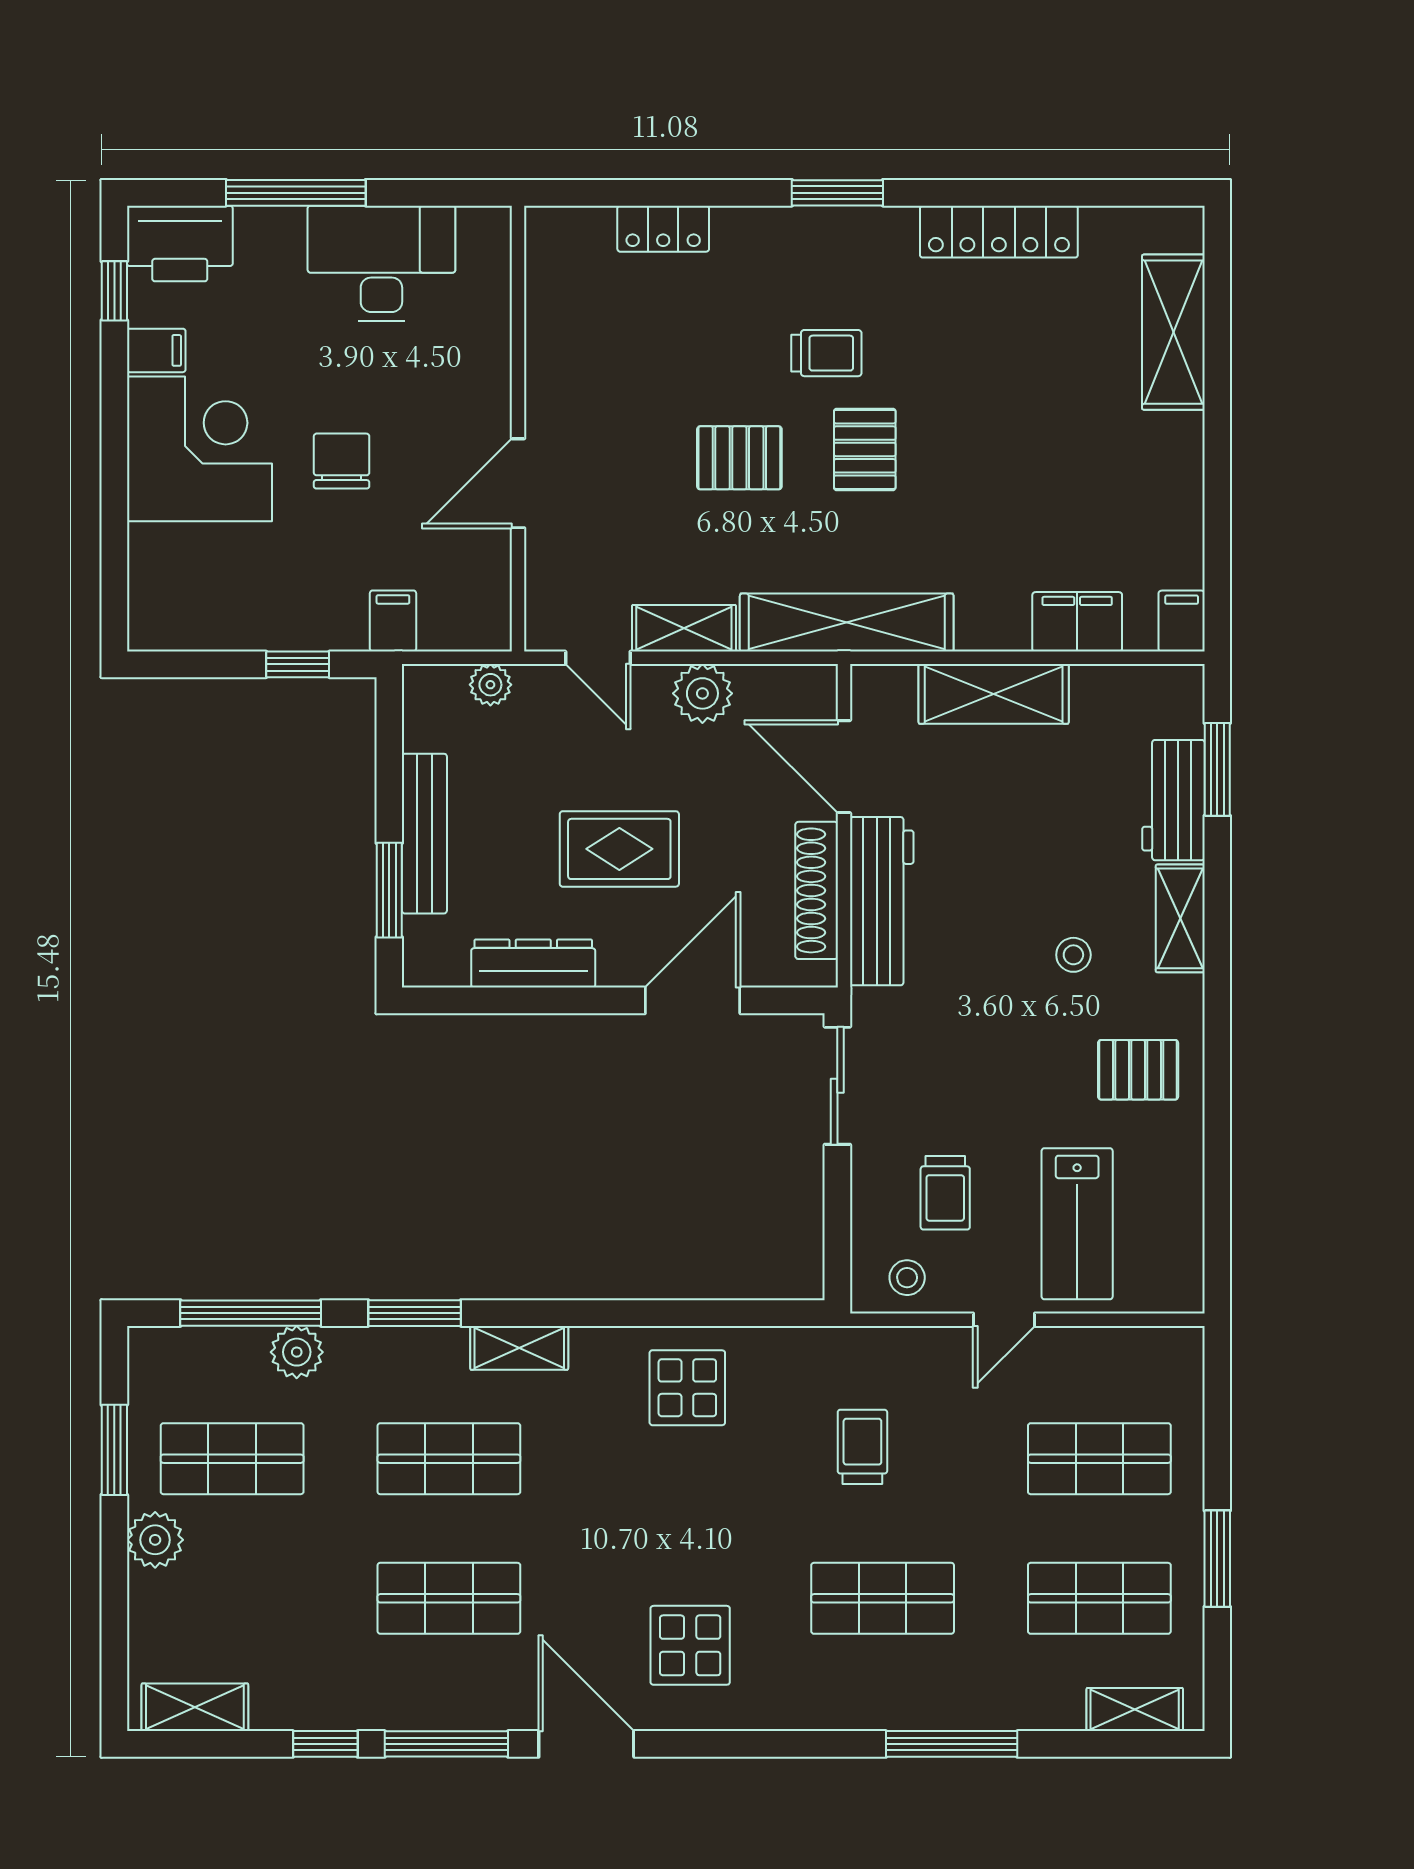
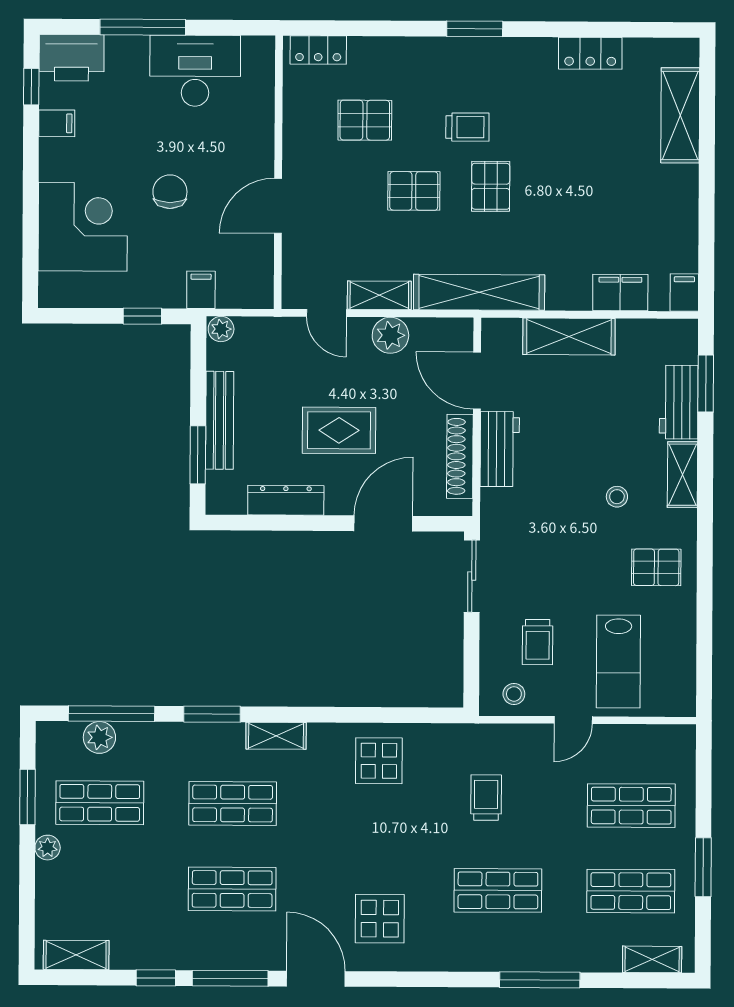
locker: (663, 229) -> (318, 50), moved
locker: (999, 232) -> (590, 53), width x0.66
pallet: (659, 343) -> (365, 120), added
corner desk: (199, 449) -> (83, 227), moved
plant: (490, 685) -> (221, 329), moved
workbench: (882, 901) -> (500, 449), width x0.73
plant: (297, 1352) -> (99, 737), moved
plant: (155, 1540) -> (48, 848), width x0.73, depth x0.73

